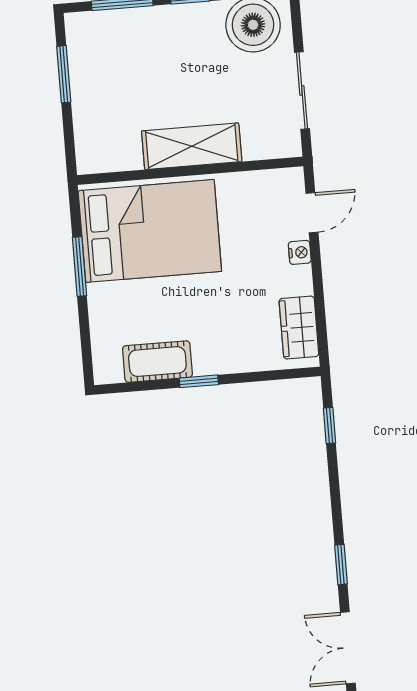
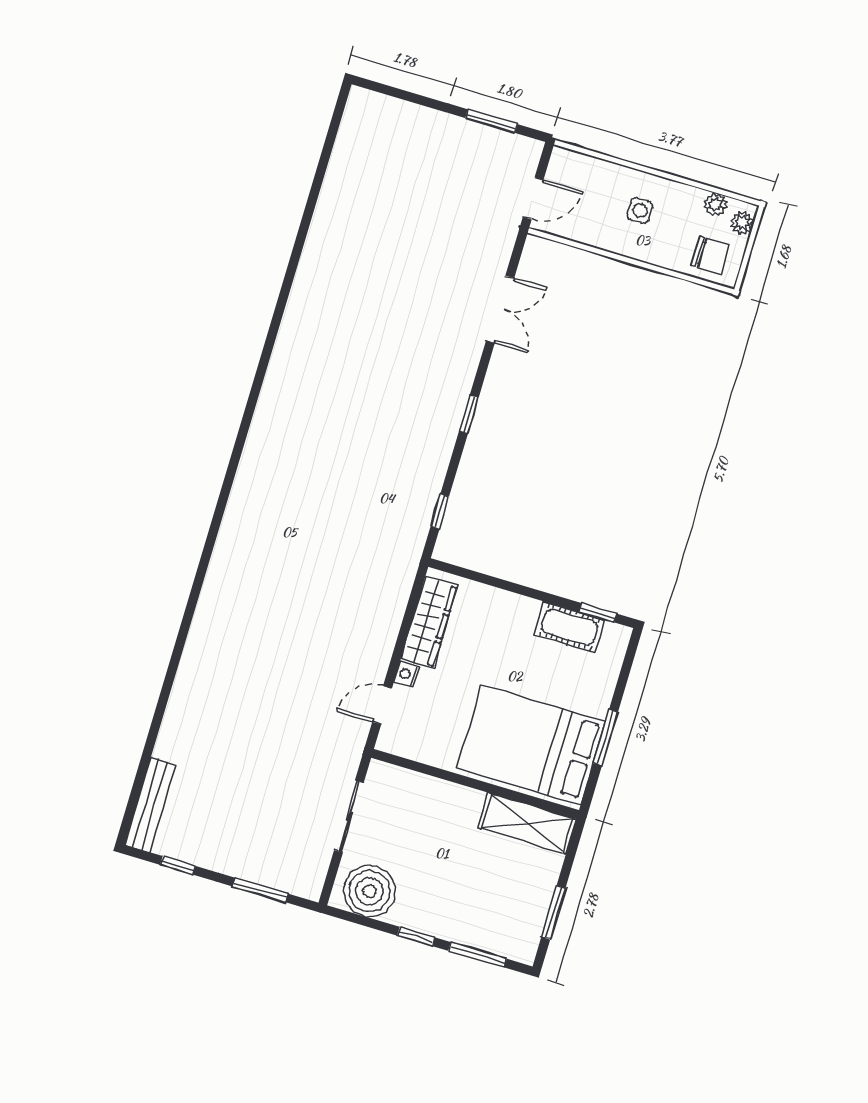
shelving: (192, 146) -> (527, 823), moved
wardrobe: (299, 328) -> (429, 622), width x1.50
window: (199, 381) -> (598, 613), moved
window: (341, 565) -> (469, 414), moved

